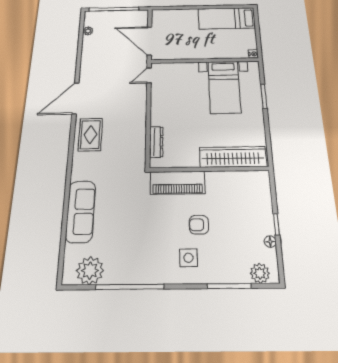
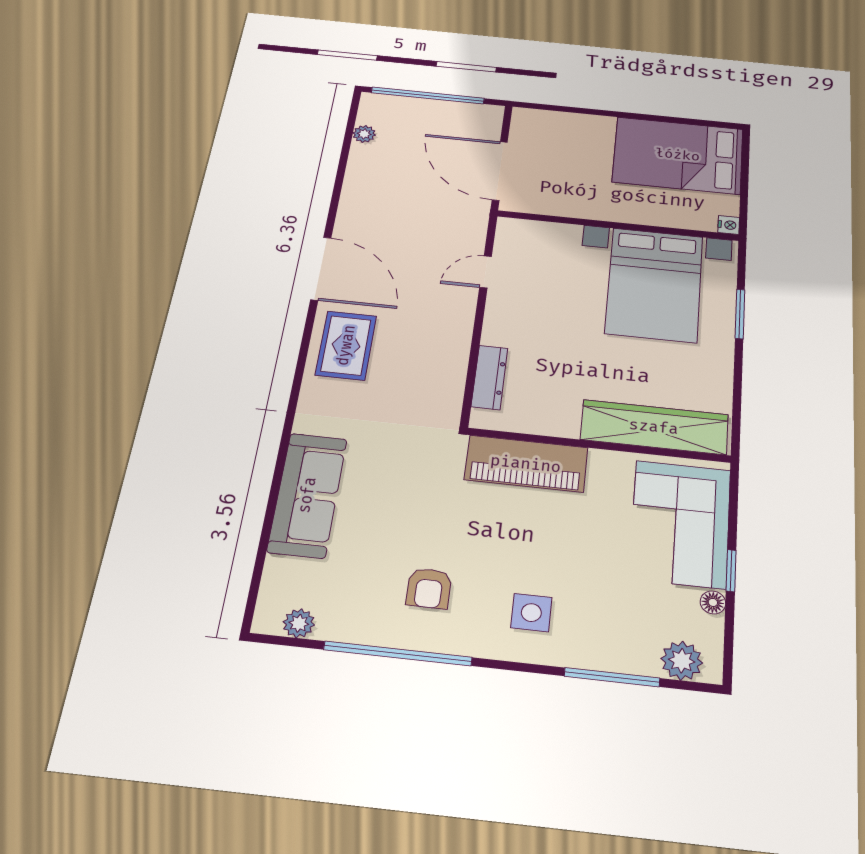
bed: (227, 18) -> (678, 155), width x1.50
door: (149, 76) -> (486, 272), moved
bed with nightstands: (224, 87) -> (654, 284), width x1.36
door: (75, 98) -> (321, 269), swing flipped
corner sofa: (251, 204) -> (680, 524), added
armchair: (199, 225) -> (429, 588), moved, turned -90
plant: (90, 271) -> (299, 623), width x0.53, depth x0.53

